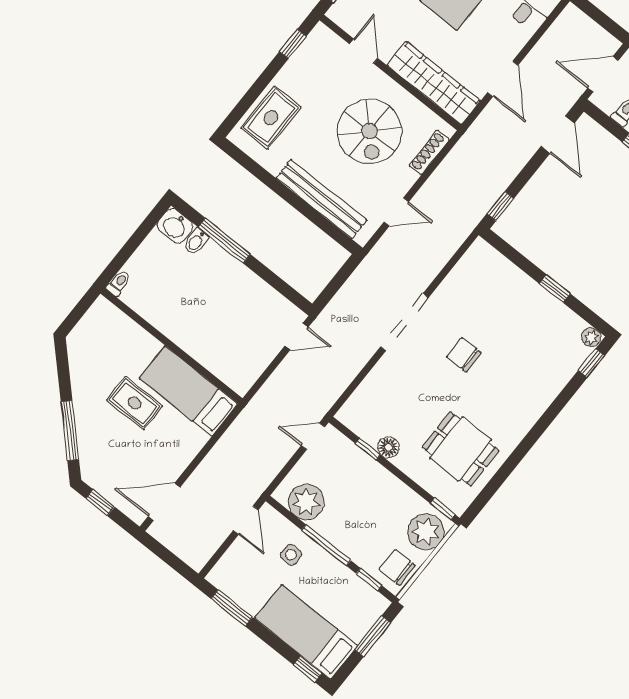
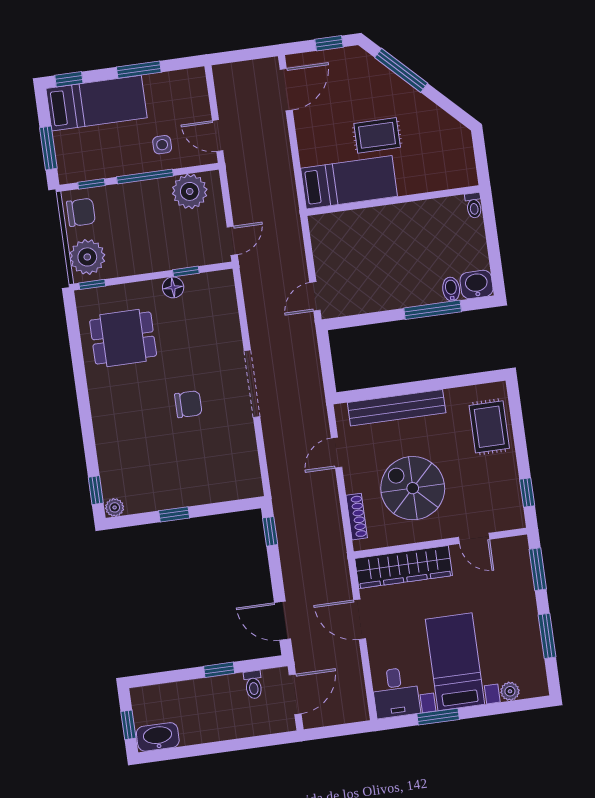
window: (232, 608) -> (139, 70), moved

